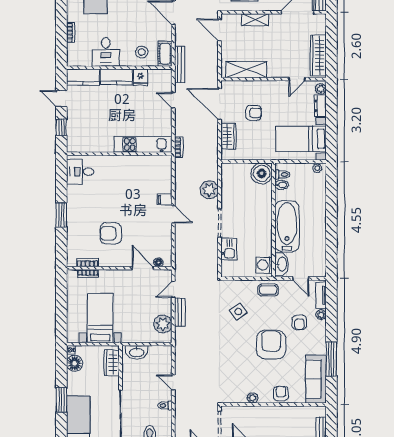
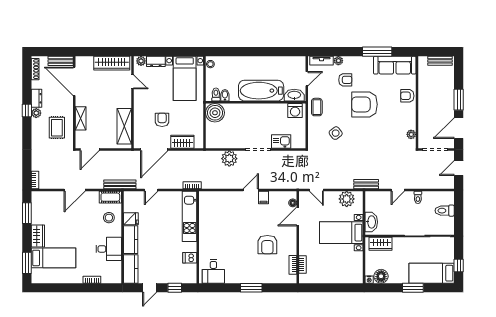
dishwasher: (96, 145) -> (190, 258), added
filing cabinet: (165, 199) -> (263, 198), moved
bench: (180, 312) -> (366, 184), moved
bed with nightstands: (100, 318) -> (341, 233), moved
plant: (252, 398) -> (411, 134), moved

